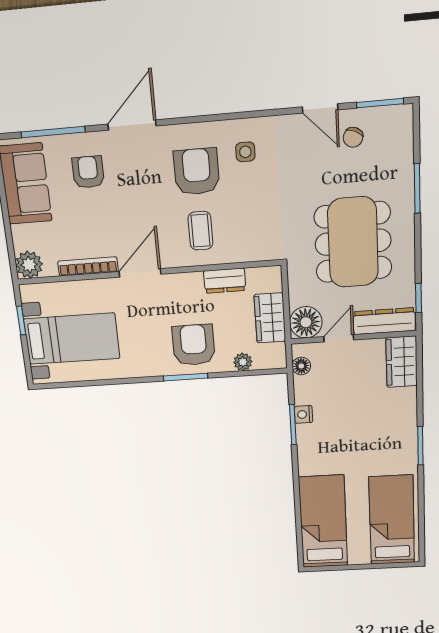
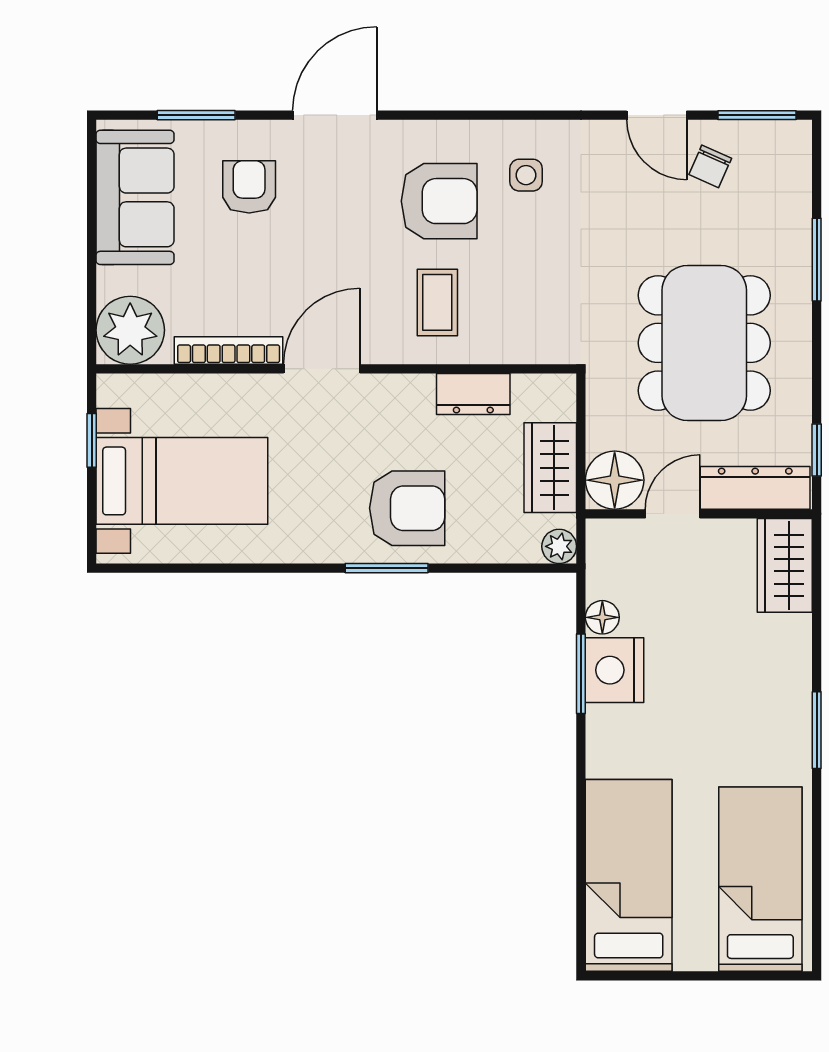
window: (53, 132) -> (196, 115), width x0.69
armchair: (197, 172) -> (439, 201), turned 90
plant: (29, 265) -> (130, 330), width x1.36, depth x1.36
armchair: (194, 345) -> (407, 508), turned 90
plant: (243, 362) -> (559, 546), moved
floor lamp: (301, 366) -> (602, 617), moved
nightstand: (304, 414) -> (615, 670), width x1.89, depth x1.79

